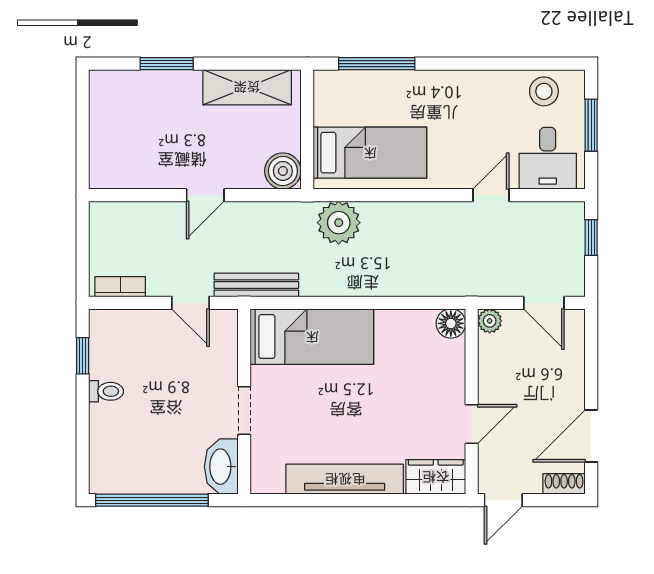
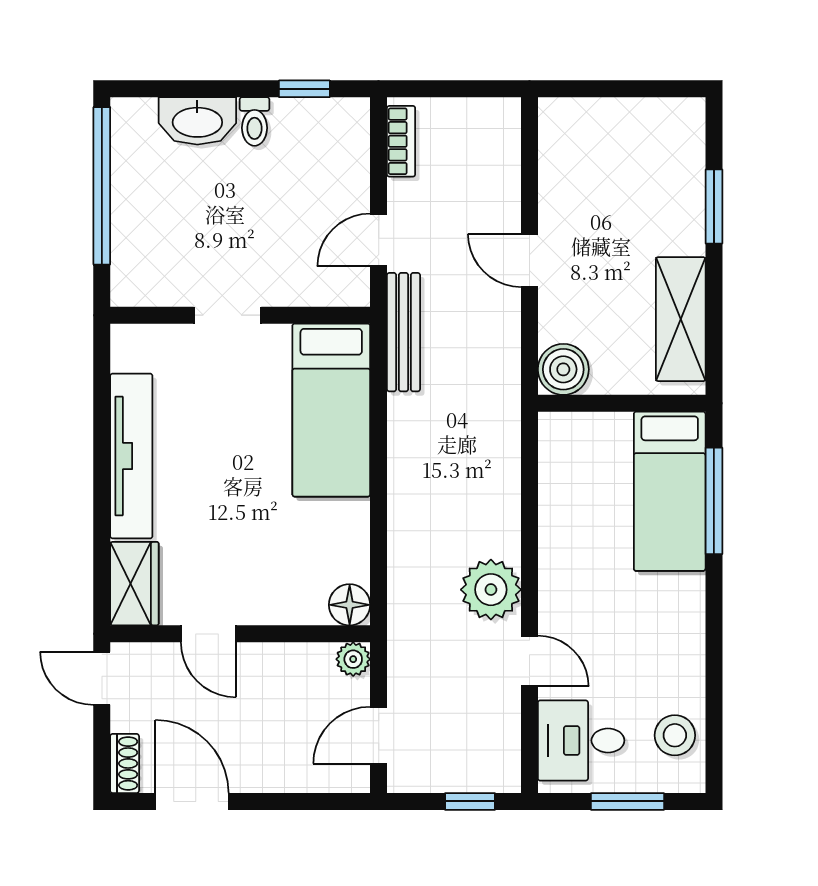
bed: (370, 153) -> (670, 491), moved
plant: (339, 223) -> (491, 590), moved
washbasin: (221, 467) -> (197, 121), moved, turned 180

